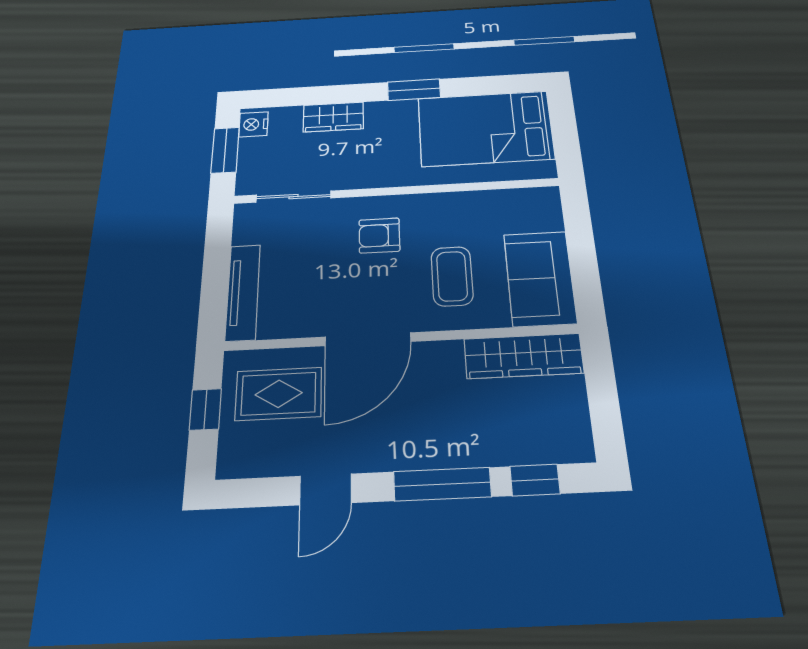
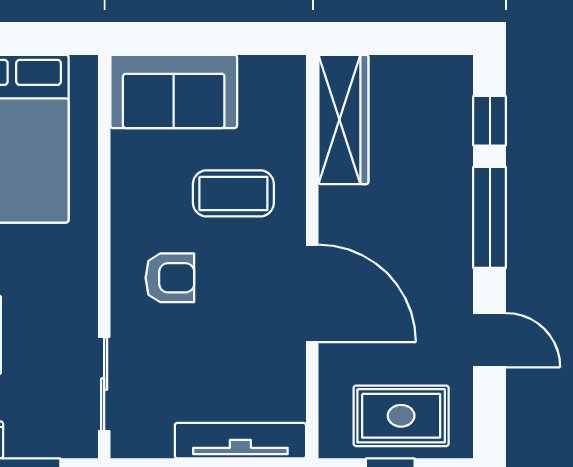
armchair: (379, 235) -> (170, 278), turned -90
sofa: (540, 278) -> (174, 91), moved
rug: (279, 394) -> (401, 416), moved, turned 90

